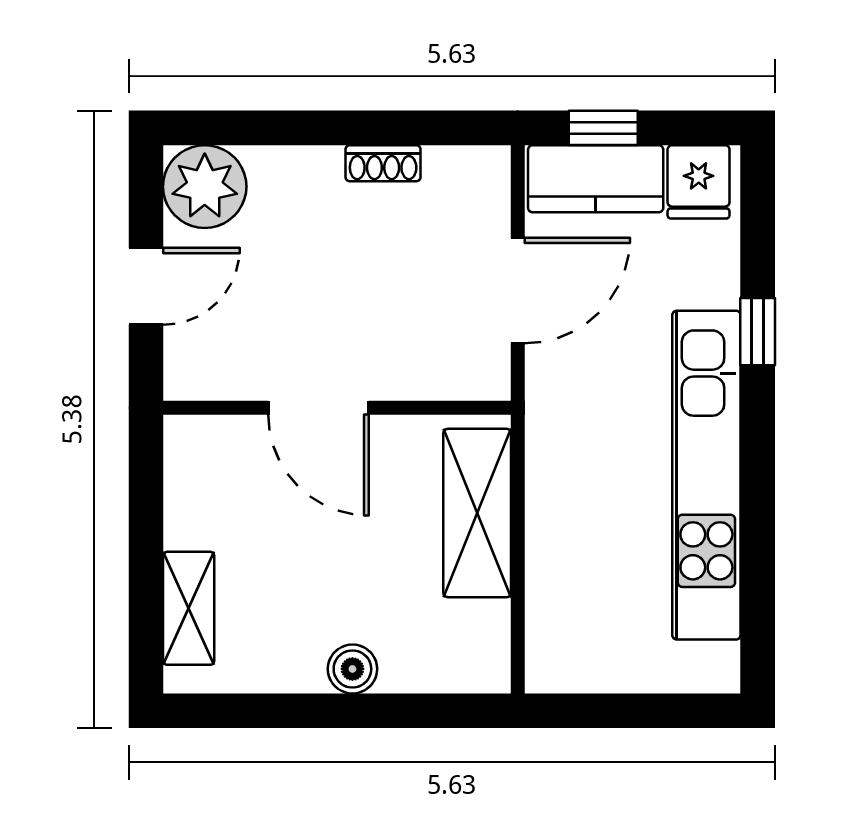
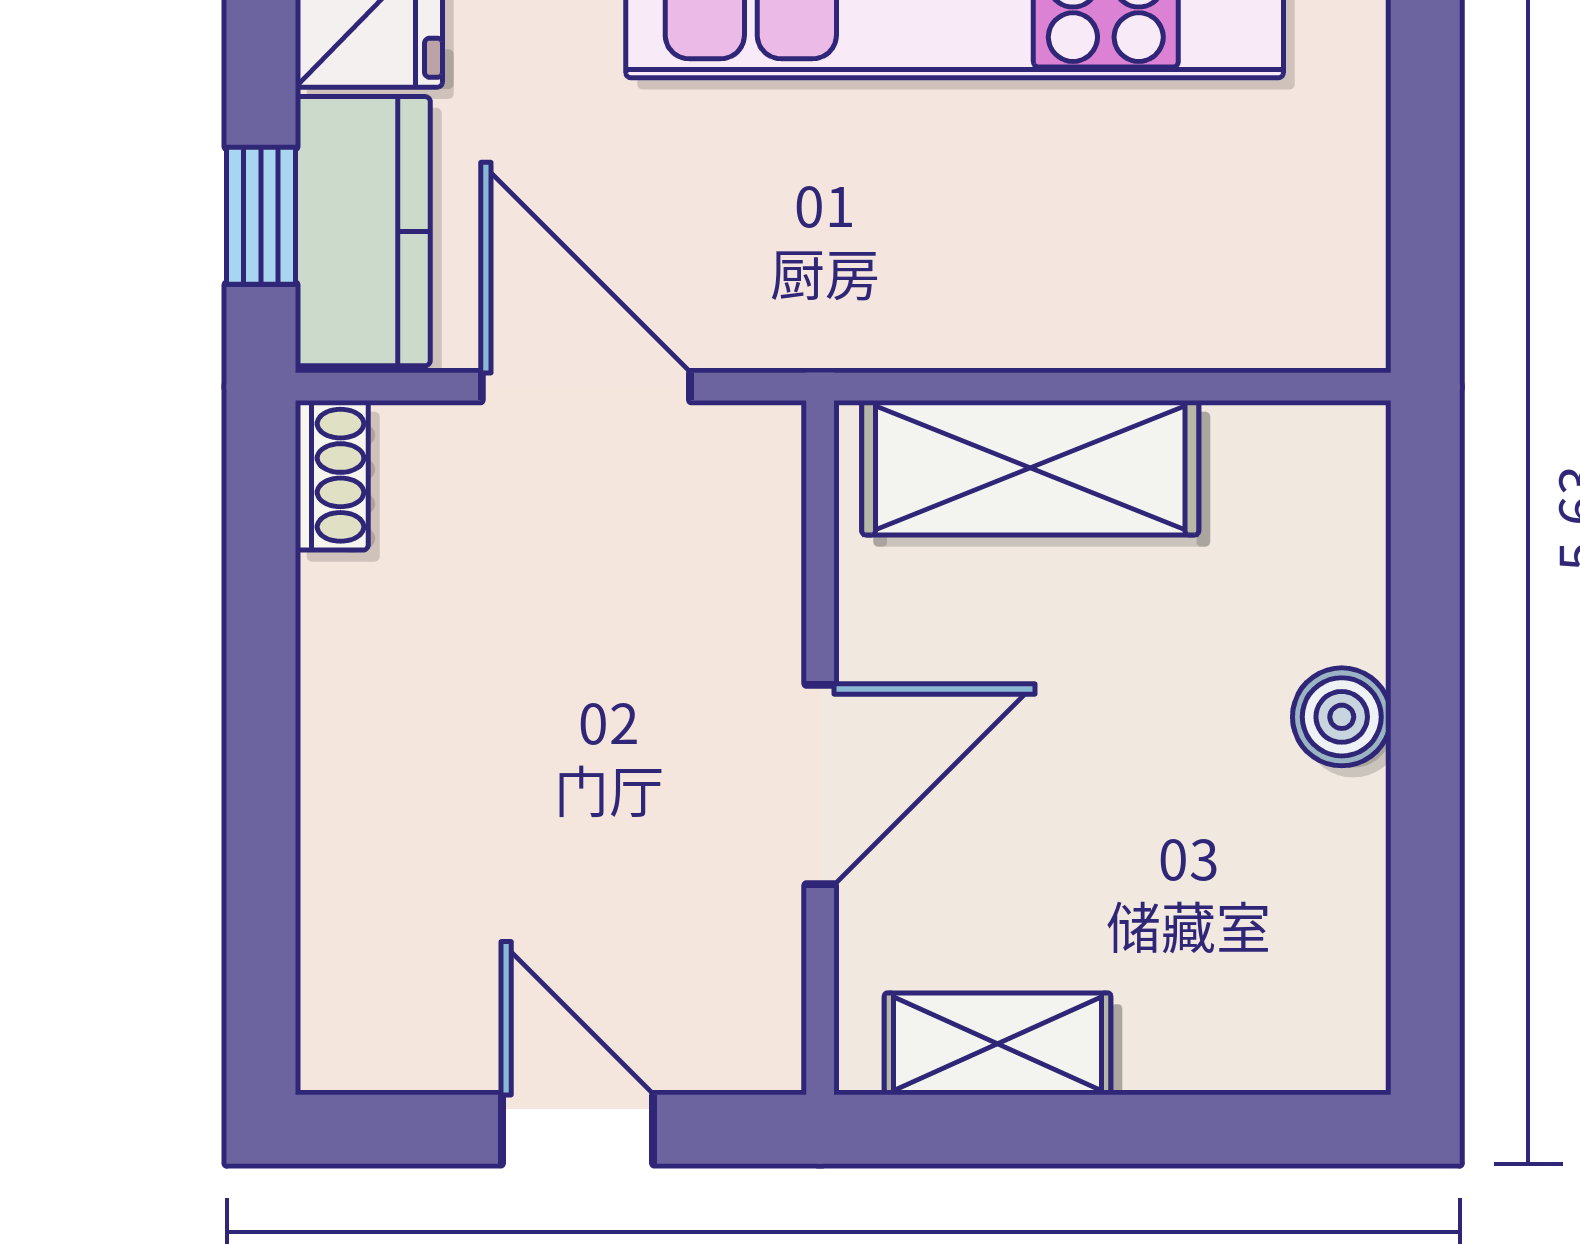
shoe rack: (383, 163) -> (332, 475), moved
plant: (205, 187) -> (378, 1012), removed
shelving: (189, 608) -> (998, 1044), moved

